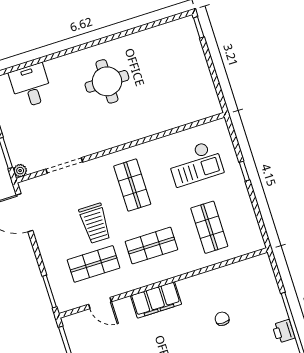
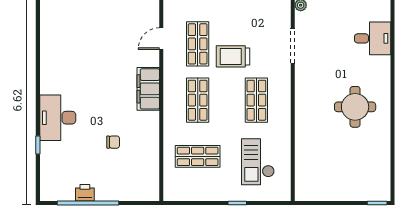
shop shelf: (132, 185) -> (256, 100), turned 90

